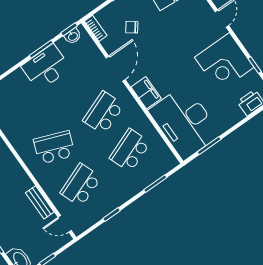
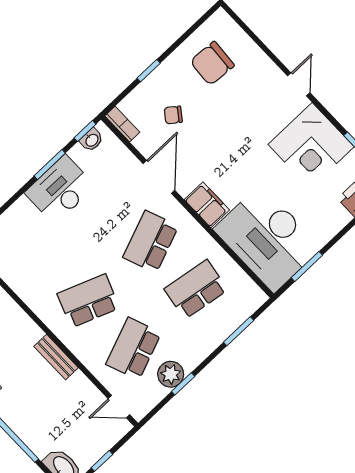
school desk: (130, 150) -> (196, 289), turned 30
bench: (40, 202) -> (56, 357), moved
plant: (104, 207) -> (171, 374), added

